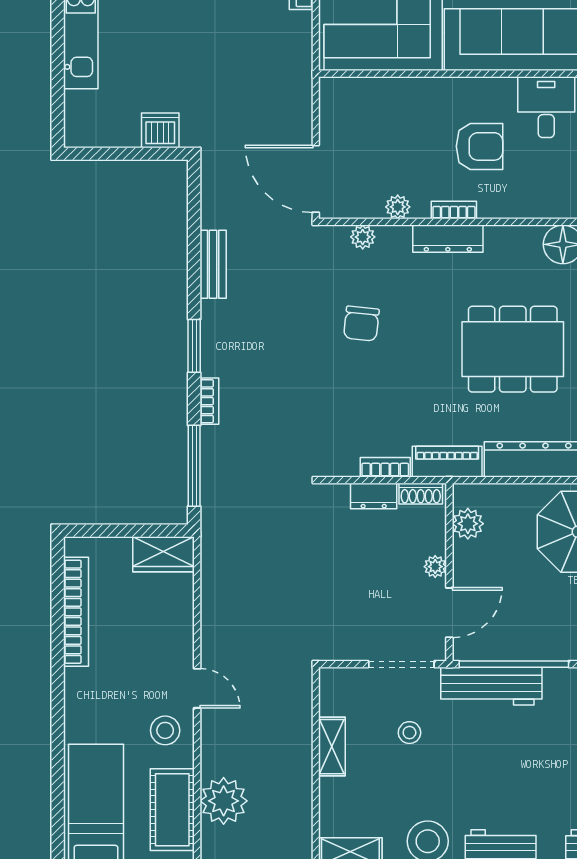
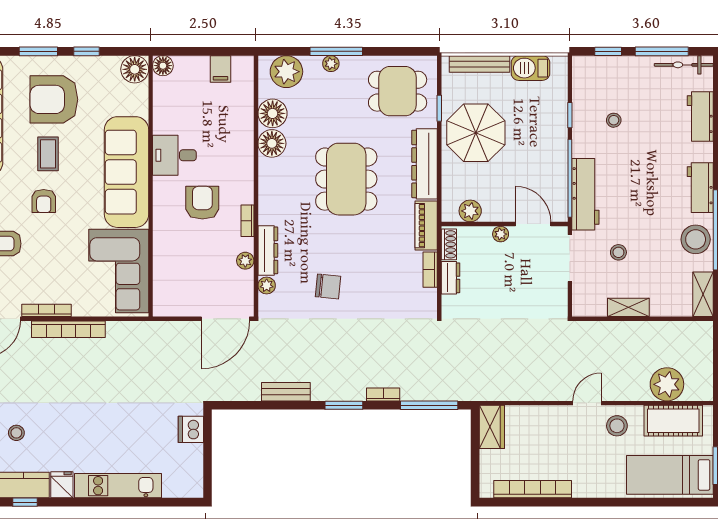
dresser: (448, 239) -> (268, 250), moved

